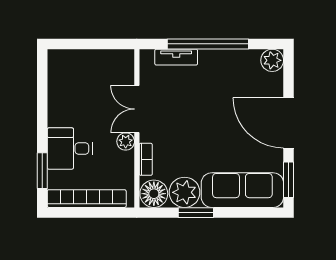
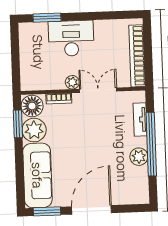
plant: (272, 60) -> (139, 157), moved
desk: (70, 149) -> (71, 38), width x1.37
bookcase: (87, 199) -> (137, 56), moved, turned 180
window: (196, 213) -> (18, 124), moved

